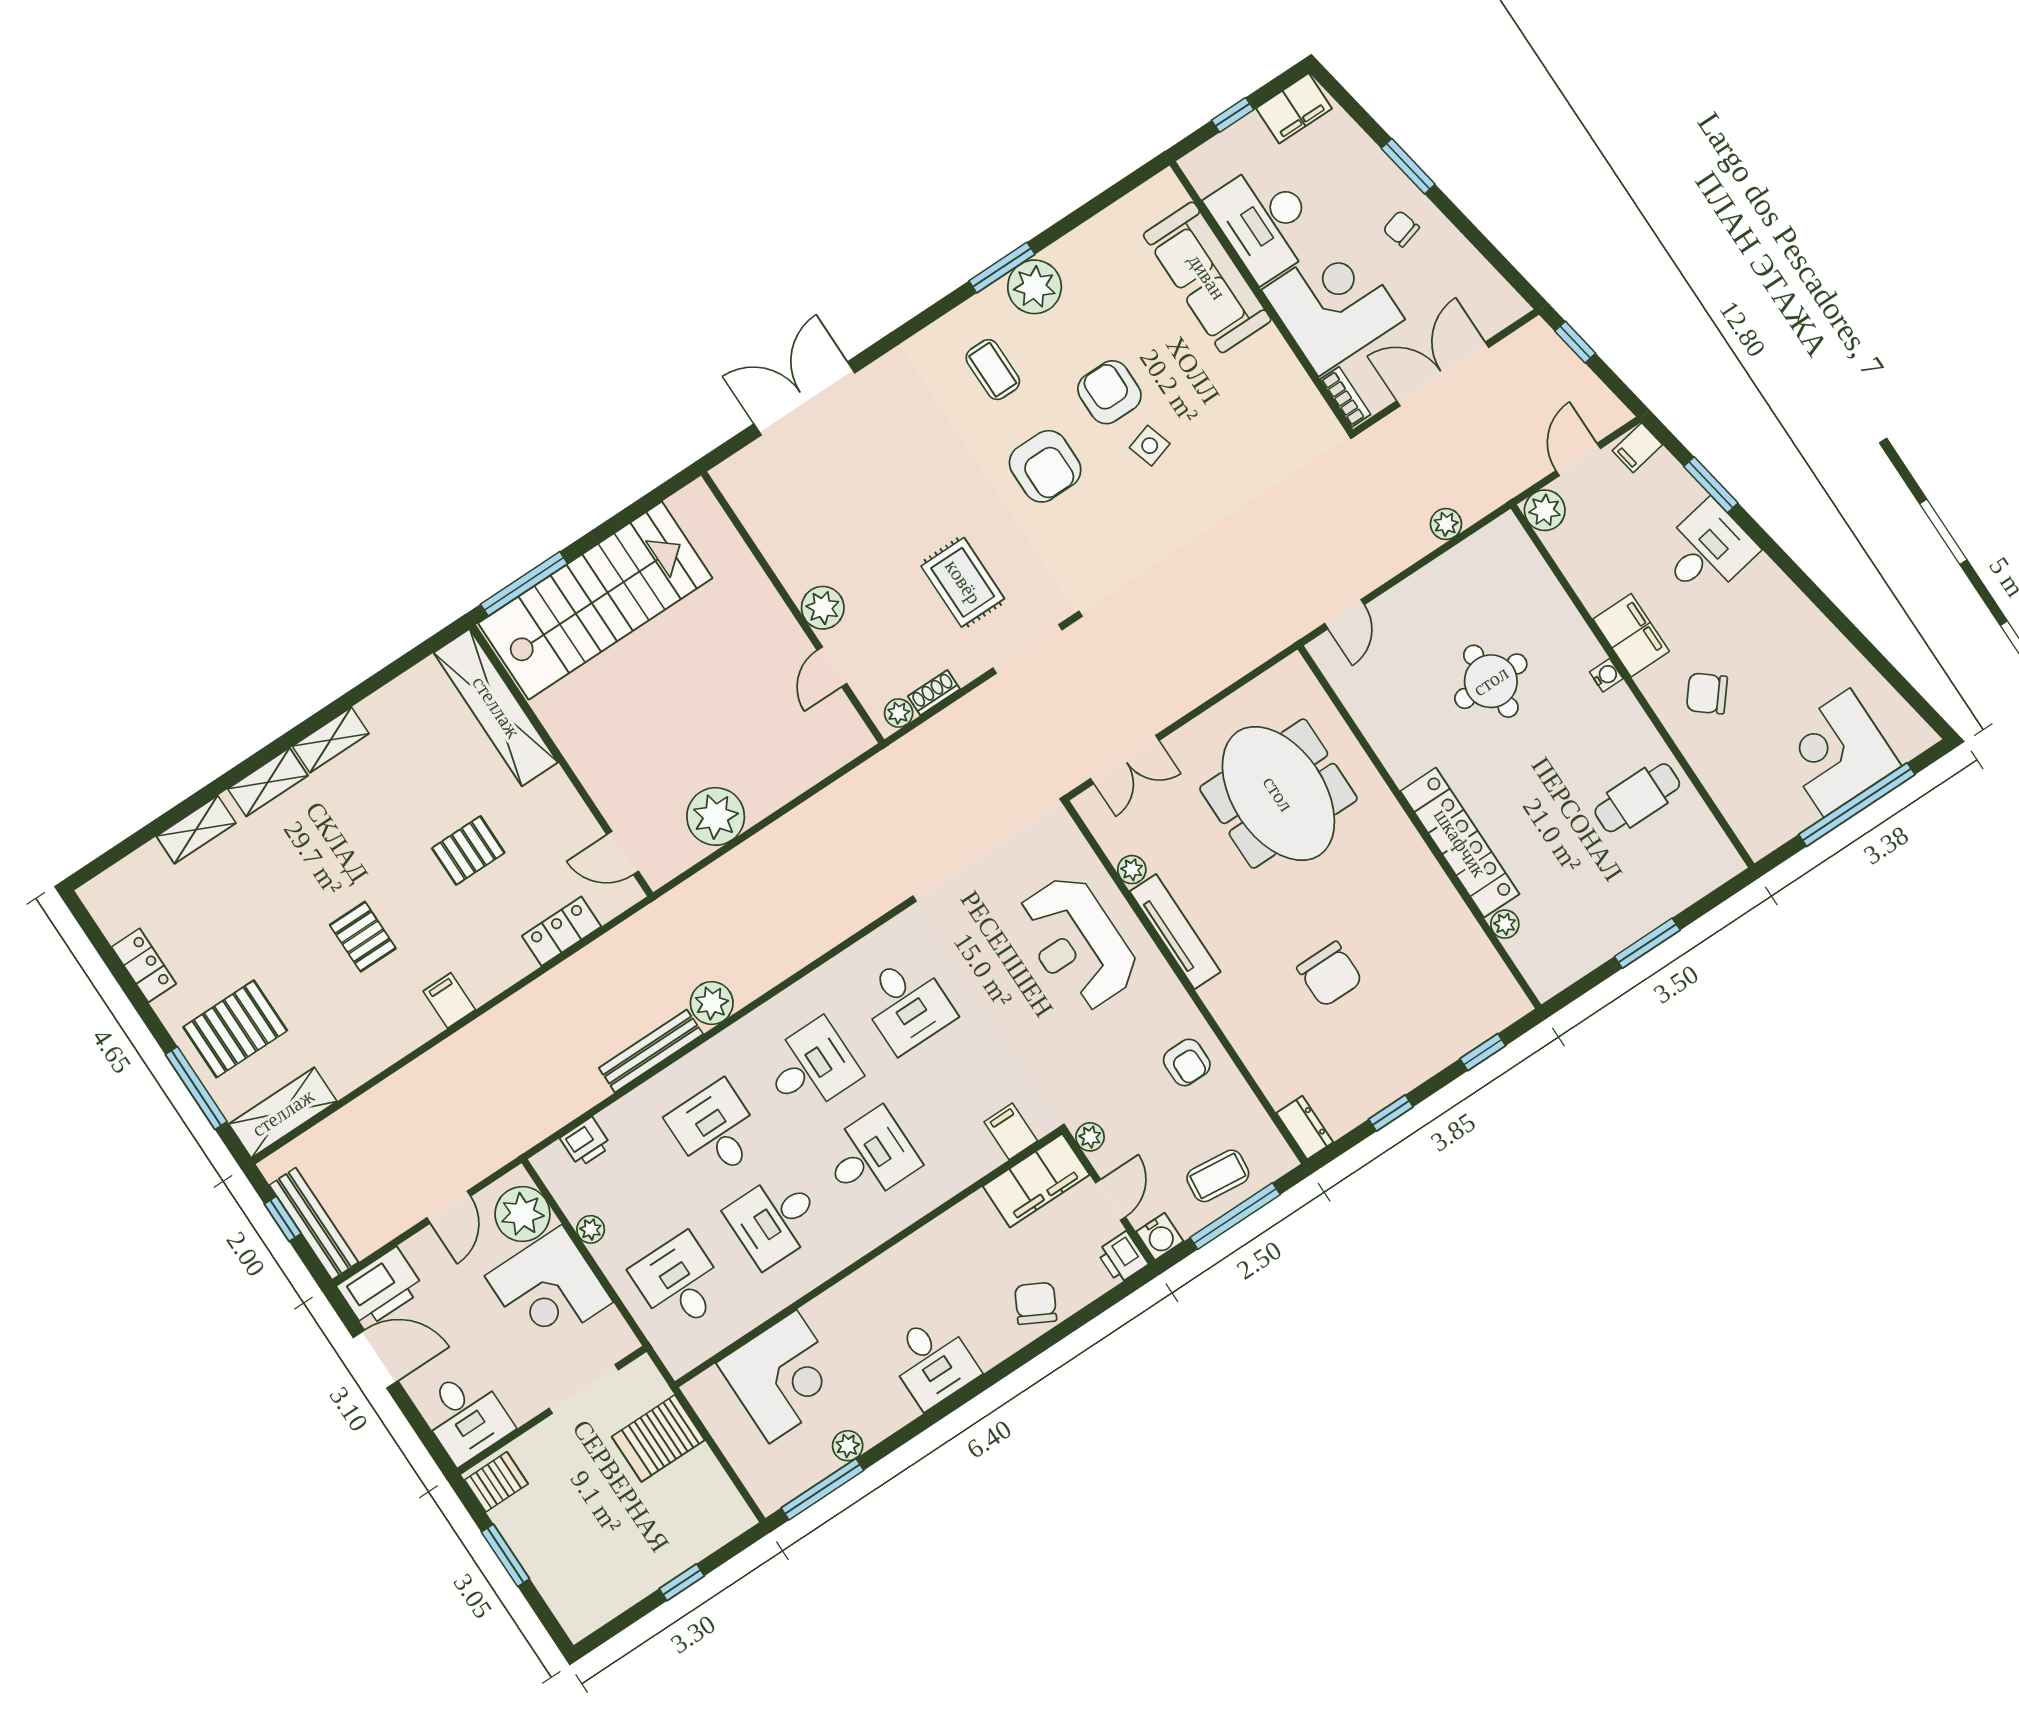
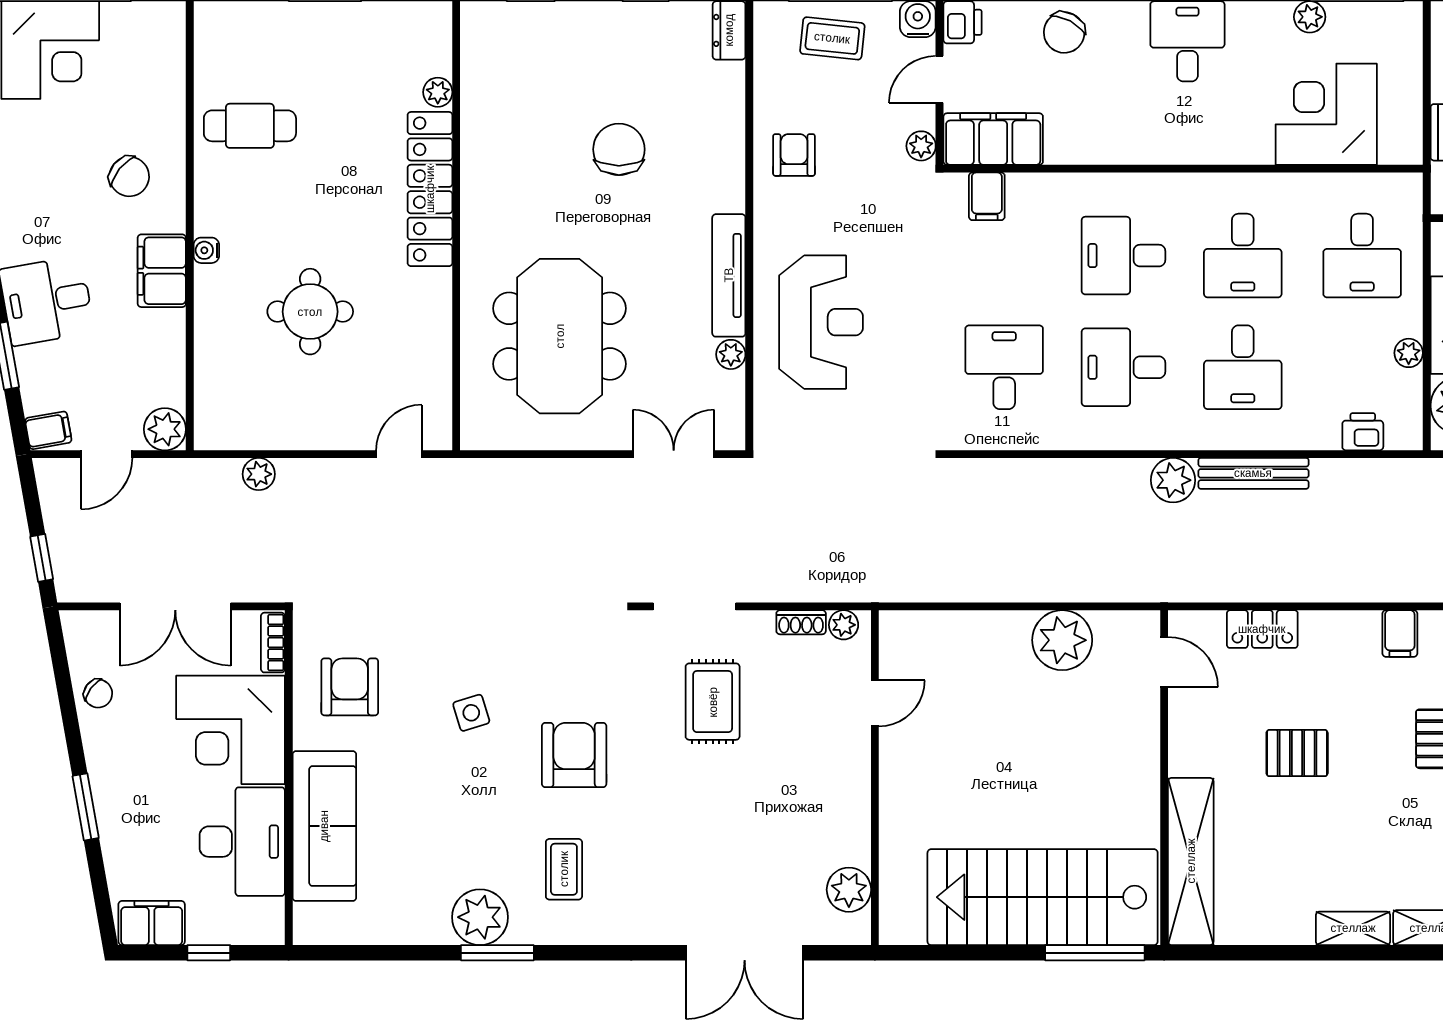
chair: (1401, 229) -> (98, 693), moved, turned -37
armchair: (1109, 392) -> (350, 687), moved, turned 180
plant: (823, 608) -> (849, 890), moved
desk: (775, 1220) -> (1243, 256), turned 90

